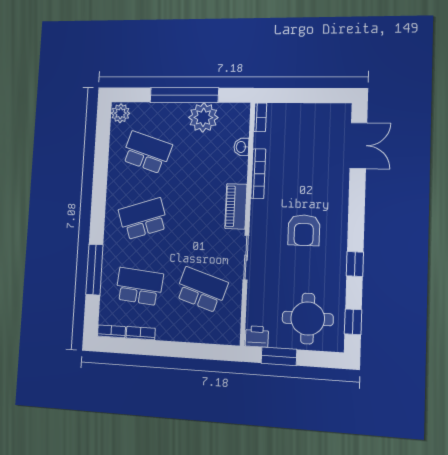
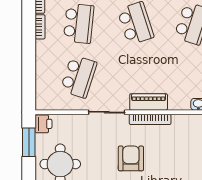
bookcase: (258, 174) -> (150, 119), moved
armchair: (304, 230) -> (131, 158), turned 90

